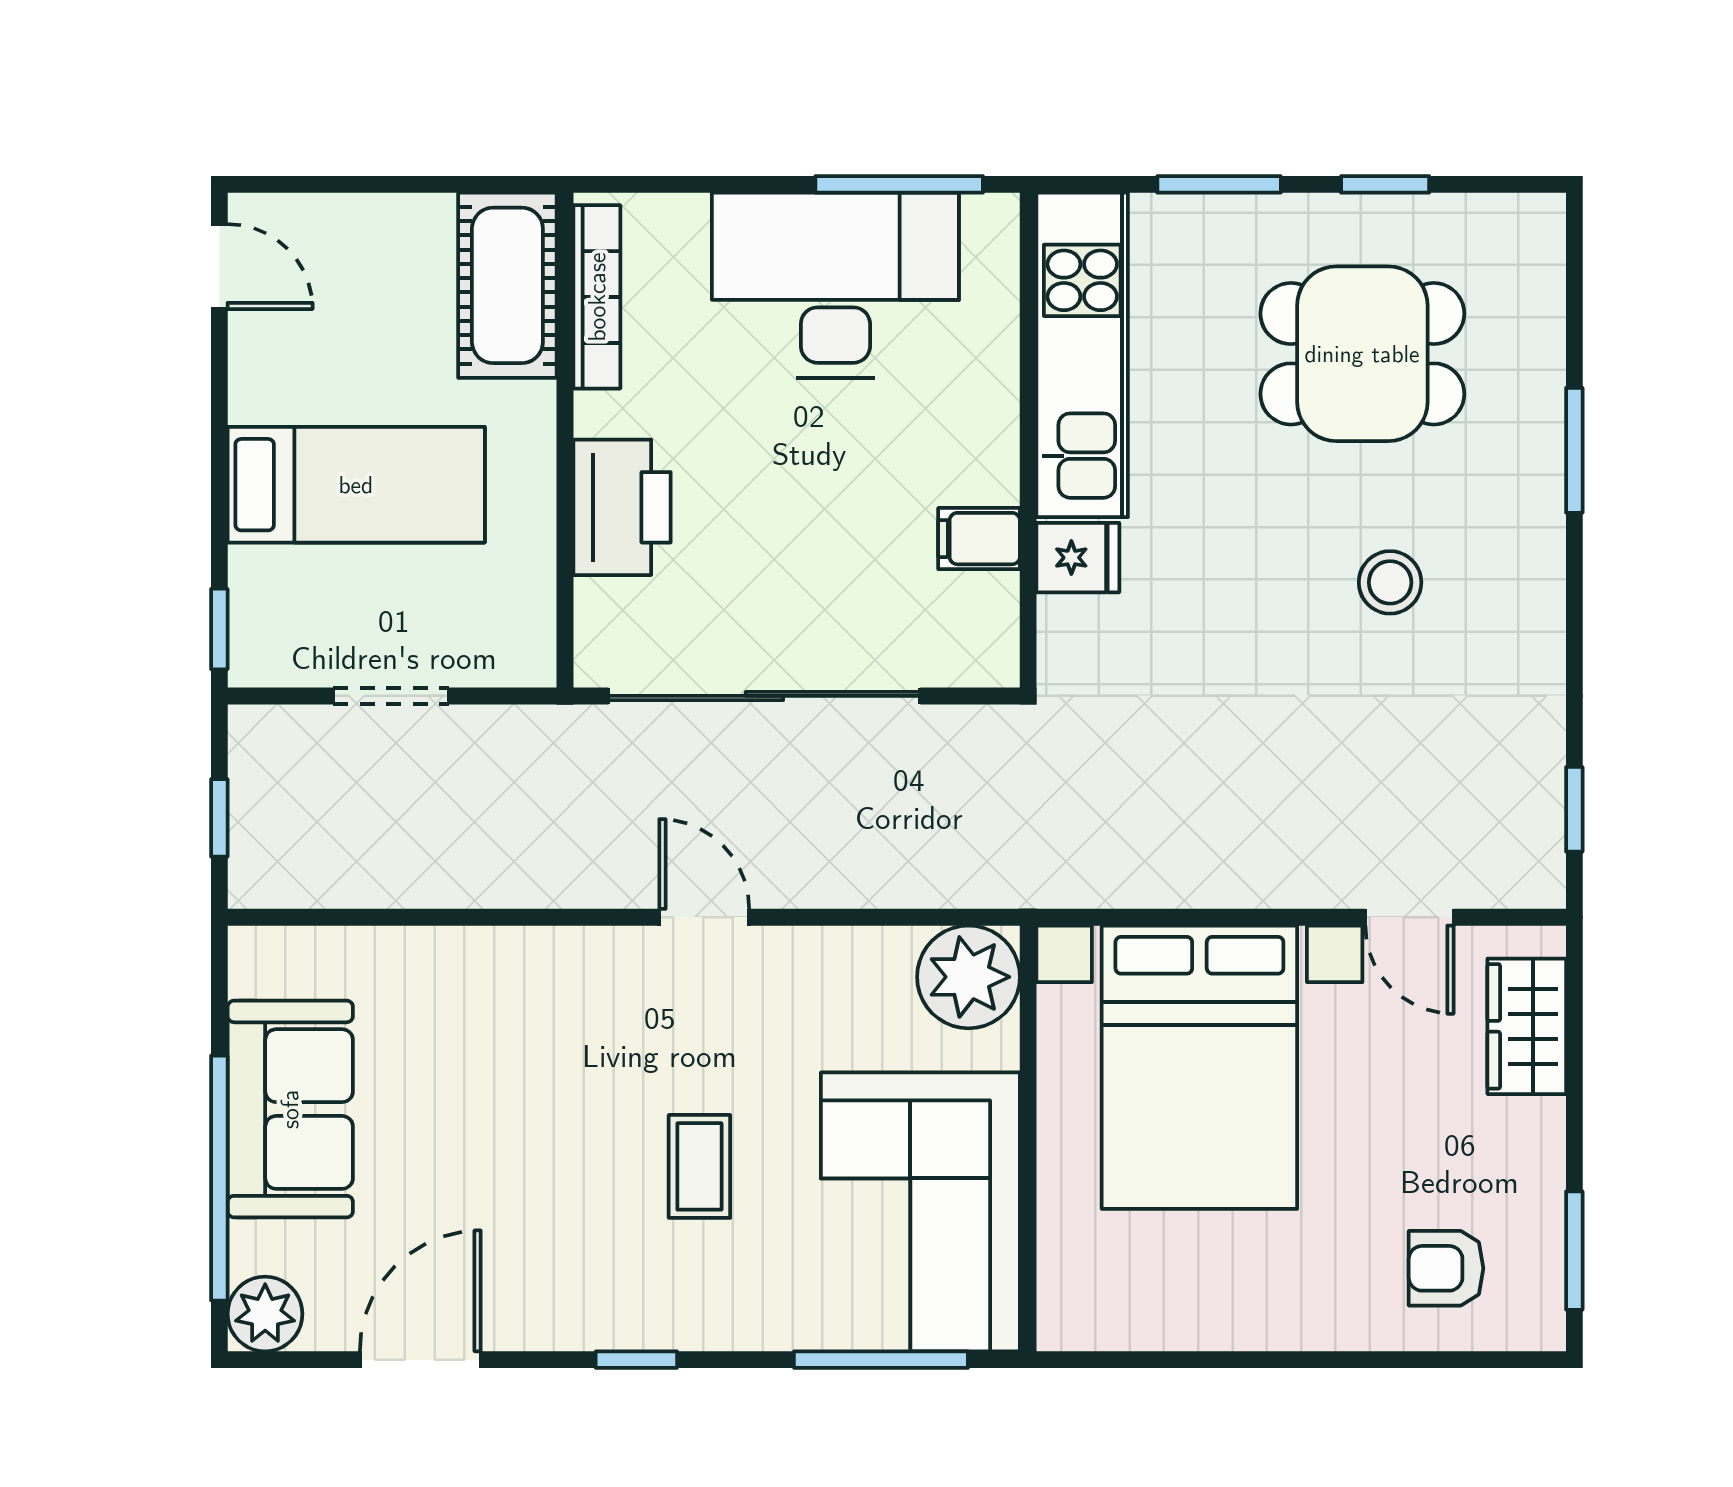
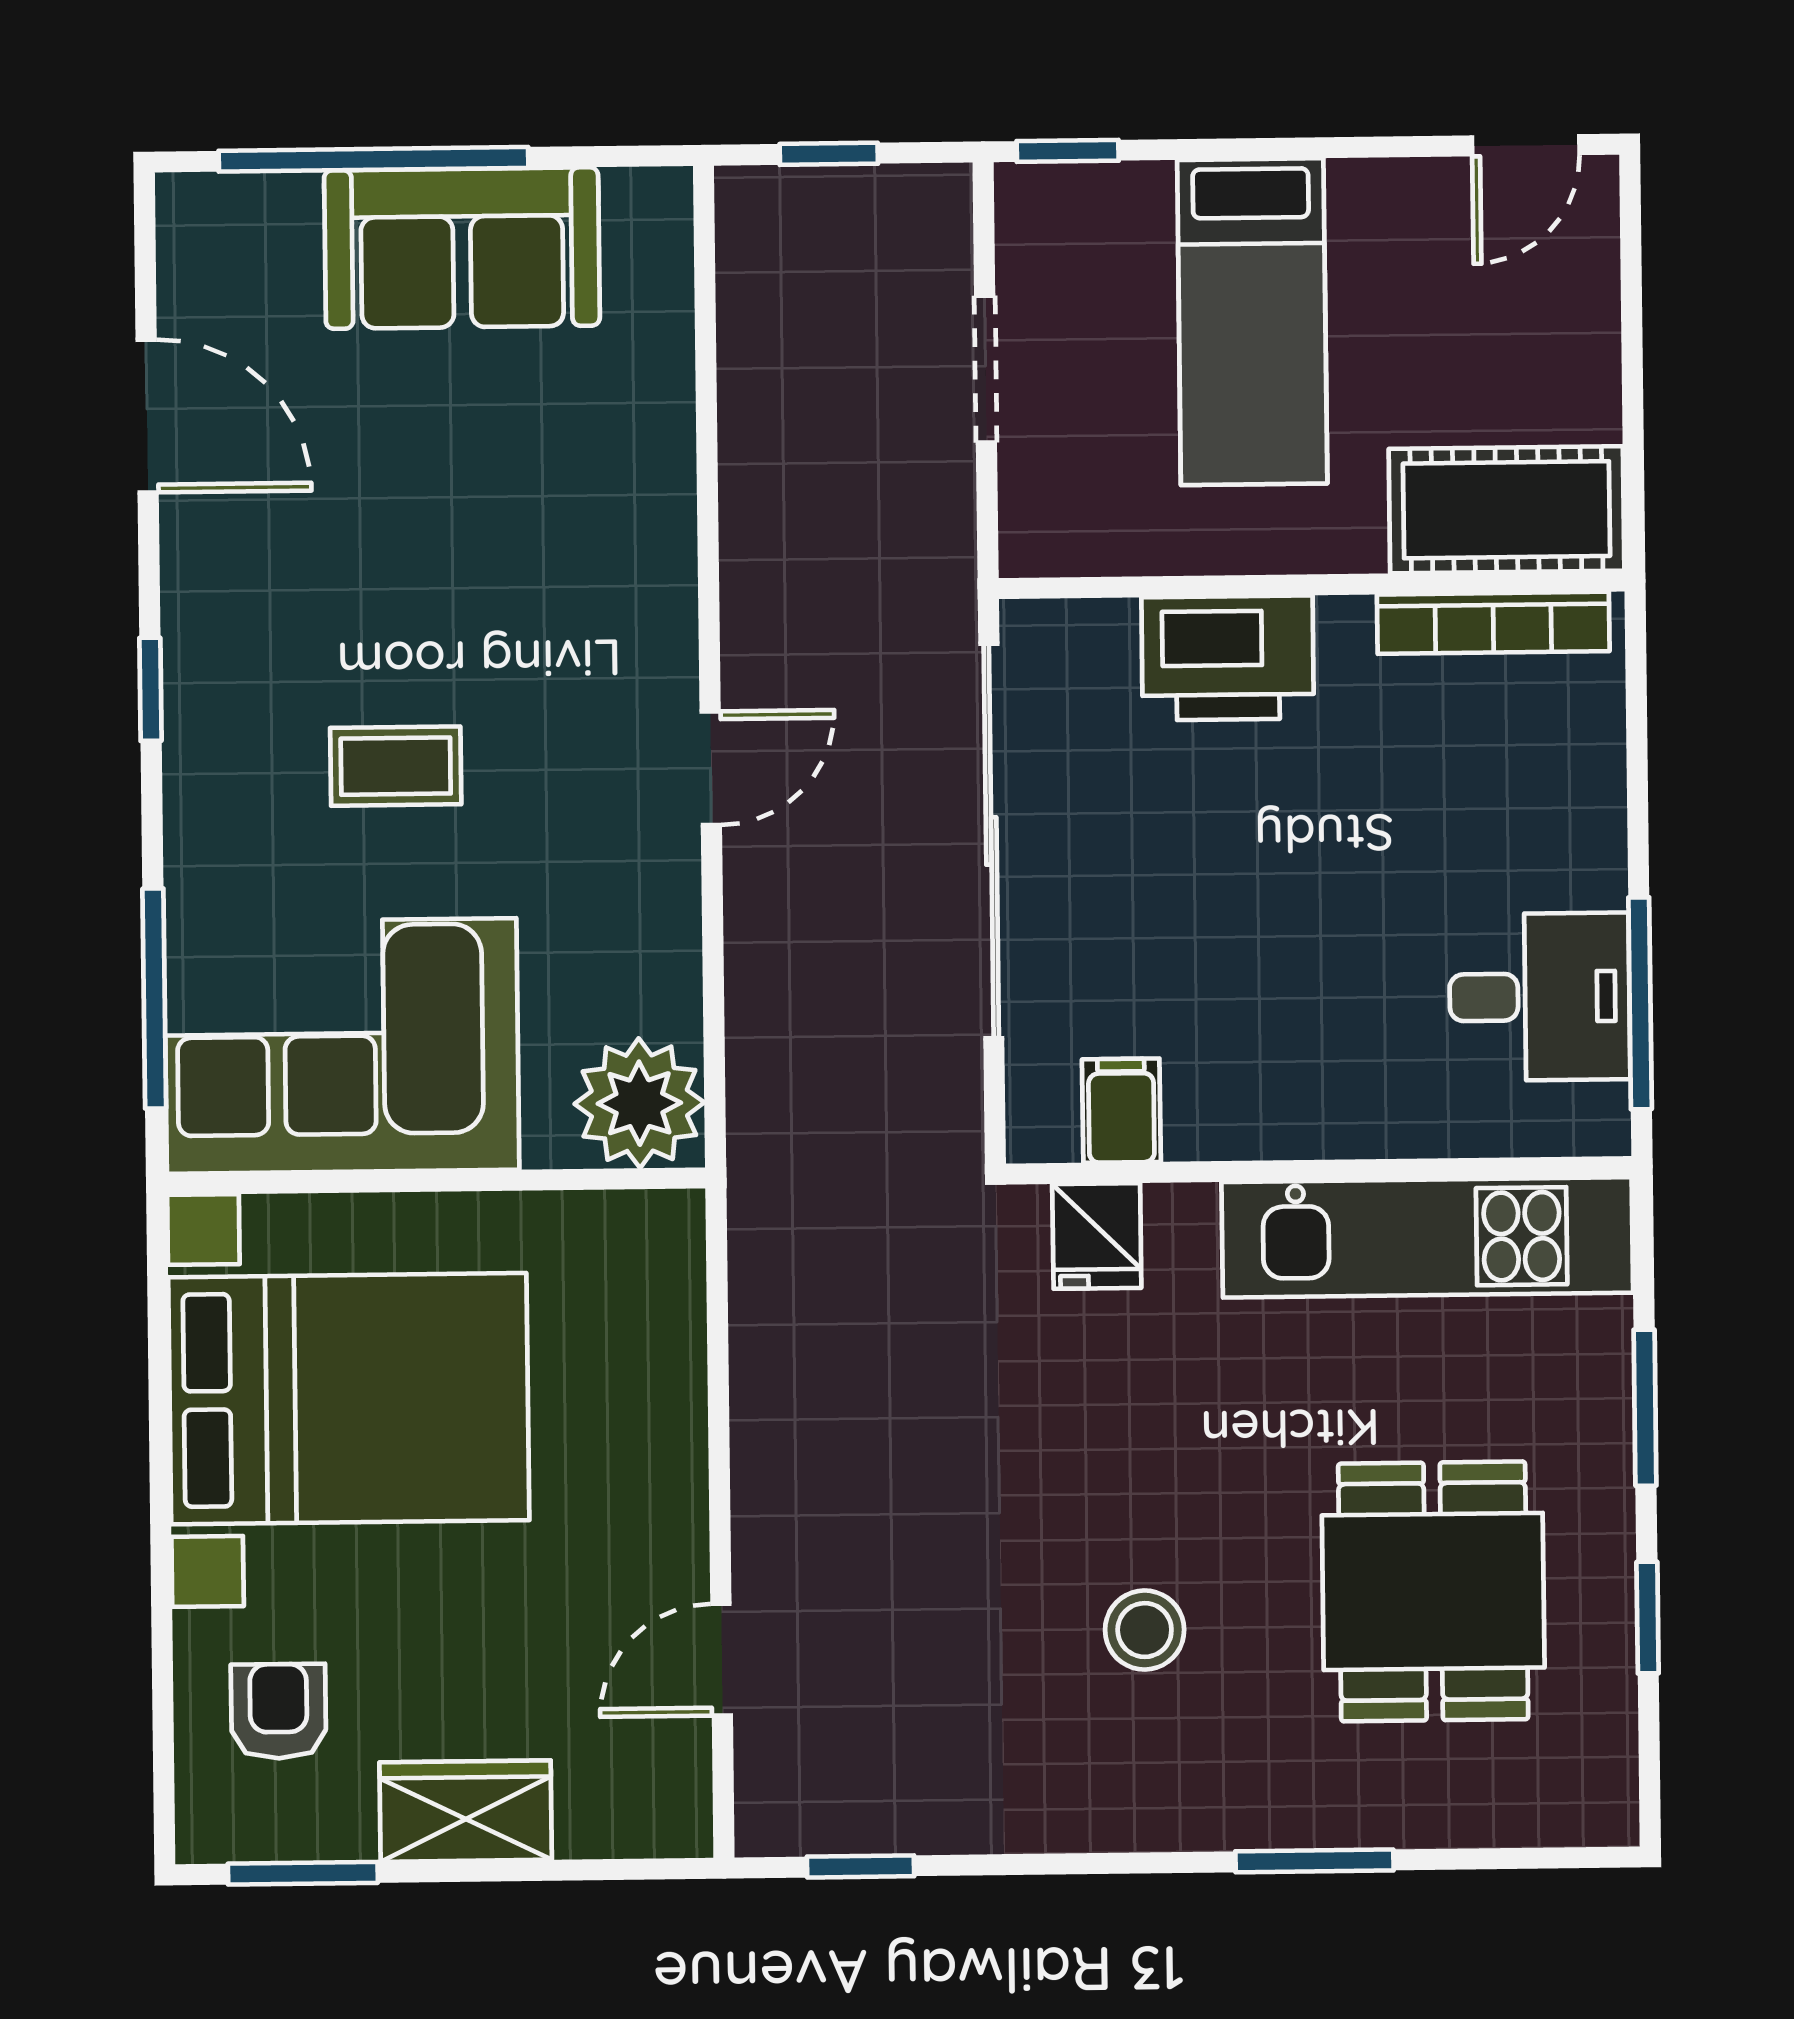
desk: (835, 285) -> (1540, 997), width x0.53, depth x0.77
filing cabinet: (979, 539) -> (1121, 1111), moved
fridge: (1078, 558) -> (1097, 1236), moved
wardrobe: (1527, 1026) -> (466, 1811), moved
bed with nightstands: (1199, 1067) -> (349, 1399), moved, turned 180
plant: (265, 1314) -> (202, 219), removed

